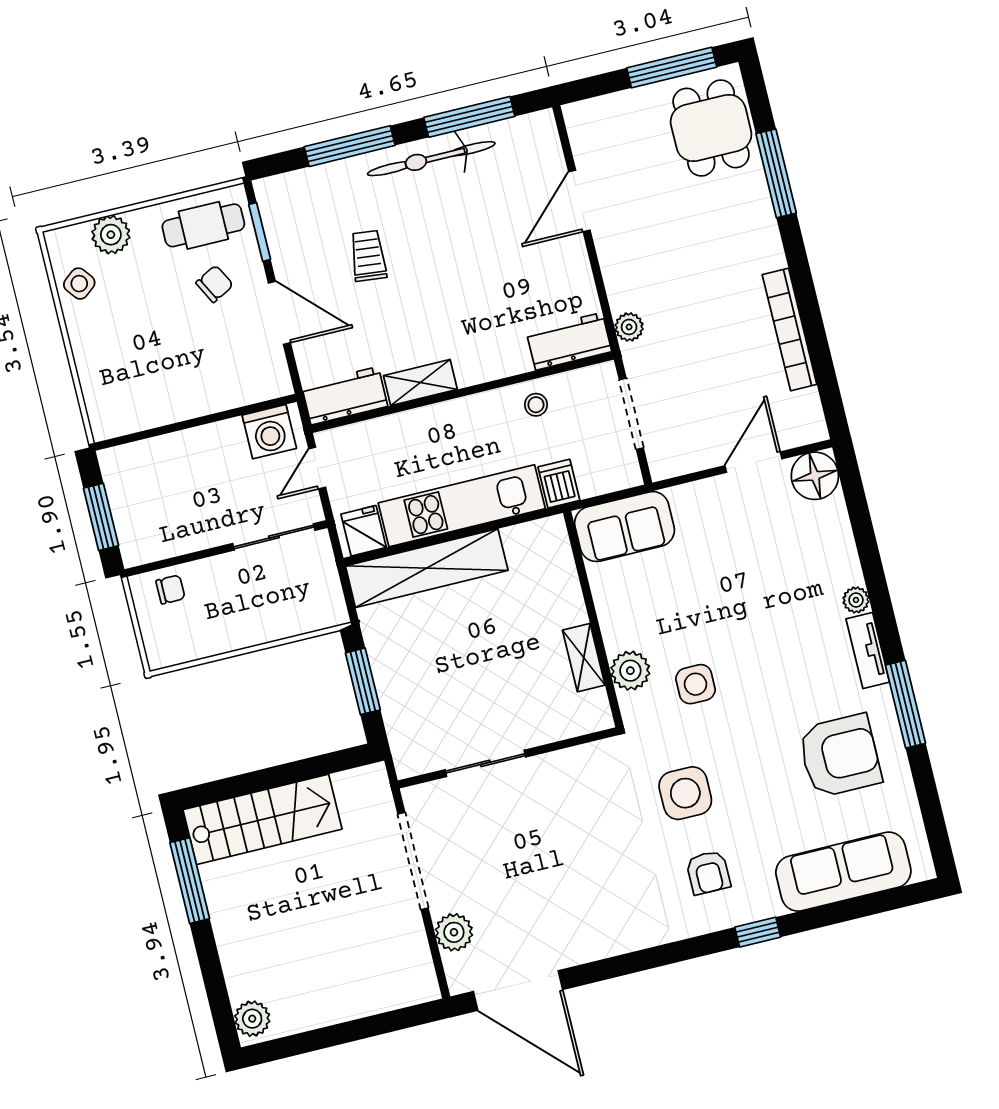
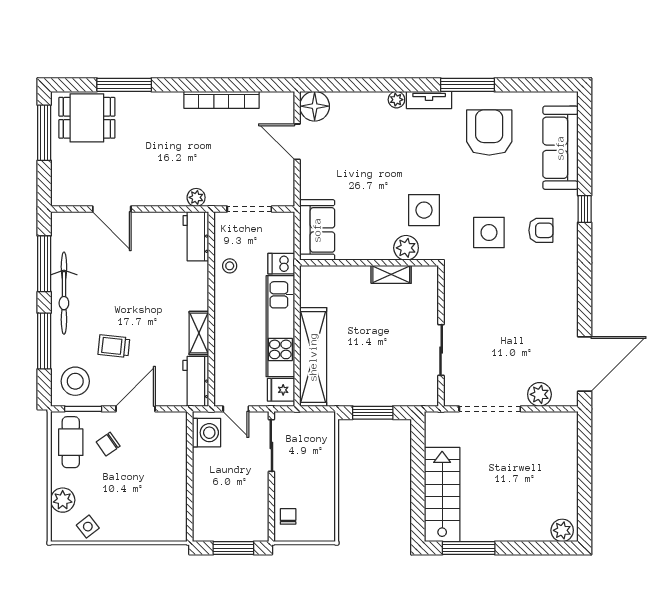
stool: (299, 209) -> (75, 381), added
chair: (215, 284) -> (108, 444), turned -97
side table: (696, 684) -> (424, 210), width x1.37, depth x1.37

